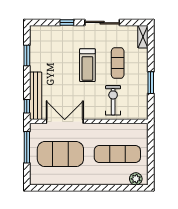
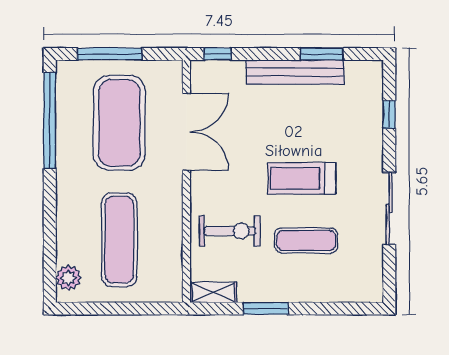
window: (67, 23) -> (389, 115), moved
shelving: (143, 37) -> (213, 292), moved
bench: (36, 96) -> (295, 72), moved
window: (27, 147) -> (110, 54), moved
window: (59, 188) -> (50, 121), added

